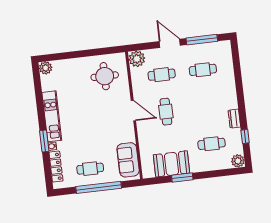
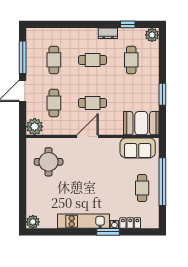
cafe table: (207, 107) -> (93, 60), added
booth: (172, 164) -> (141, 123), moved, turned 90
locker: (56, 167) -> (130, 223), width x0.66

